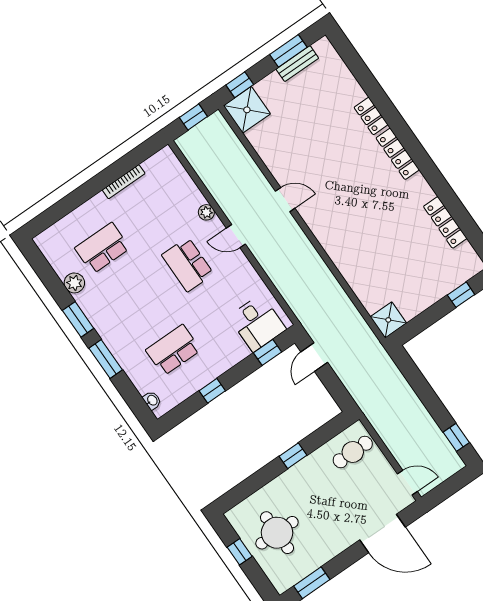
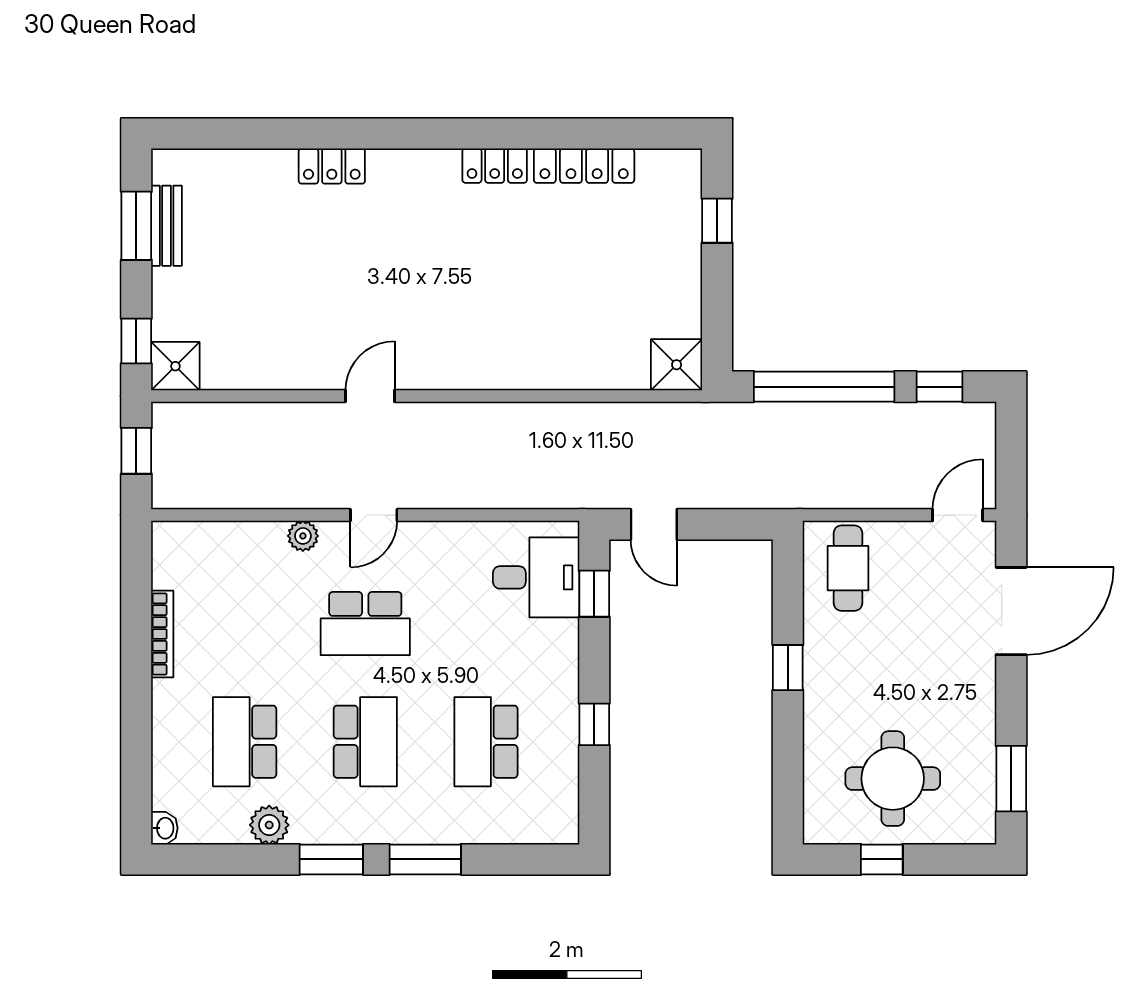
shower: (247, 110) -> (175, 366), width x0.73, depth x0.73
locker: (398, 154) -> (495, 166), moved, width x0.66
school desk: (138, 299) -> (365, 742), added
window: (422, 389) -> (824, 387), added
washbasin: (152, 400) -> (164, 828), moved, turned 90

